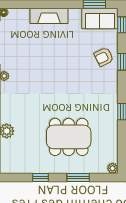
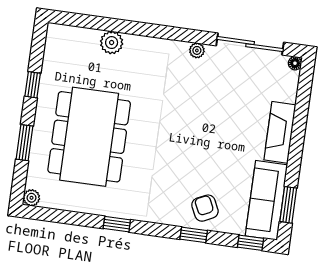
sofa: (100, 18) -> (266, 200), width x1.36
dining table: (69, 137) -> (89, 137), width x1.36, depth x1.24

